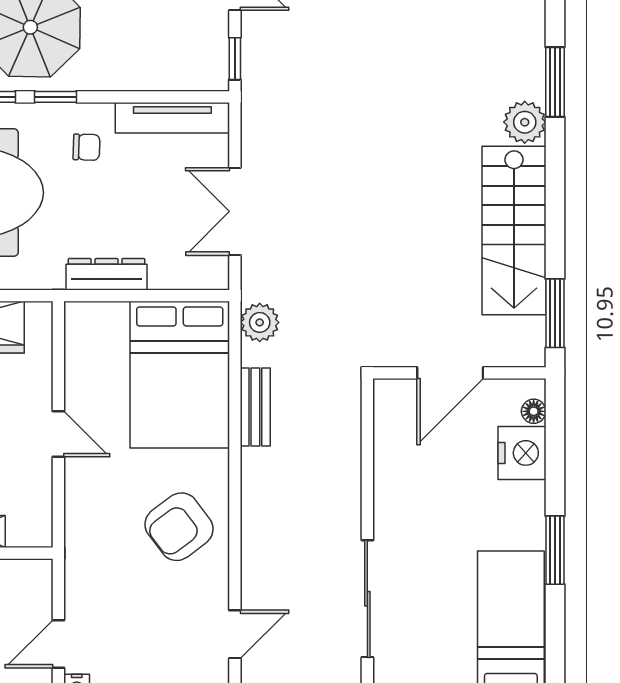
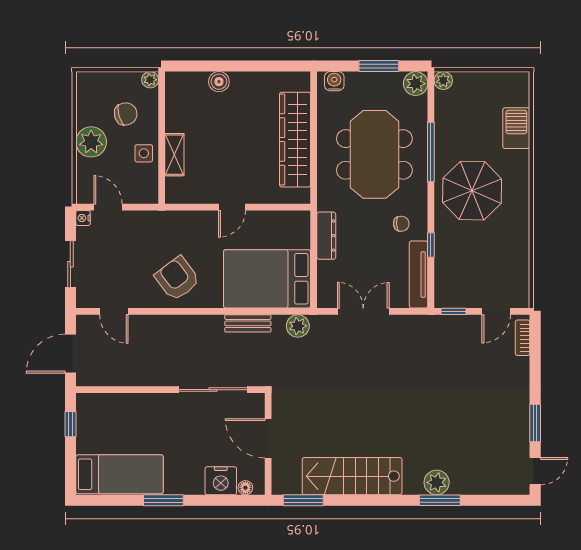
window: (56, 97) -> (431, 245), moved
plant: (525, 122) -> (437, 482), moved
chair: (86, 147) -> (401, 224), turned -97
sliding door: (367, 599) -> (213, 390), moved

